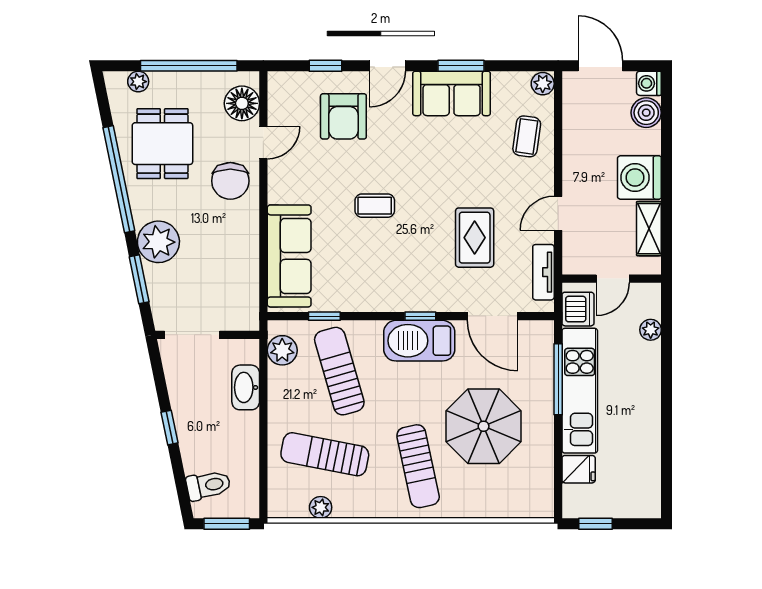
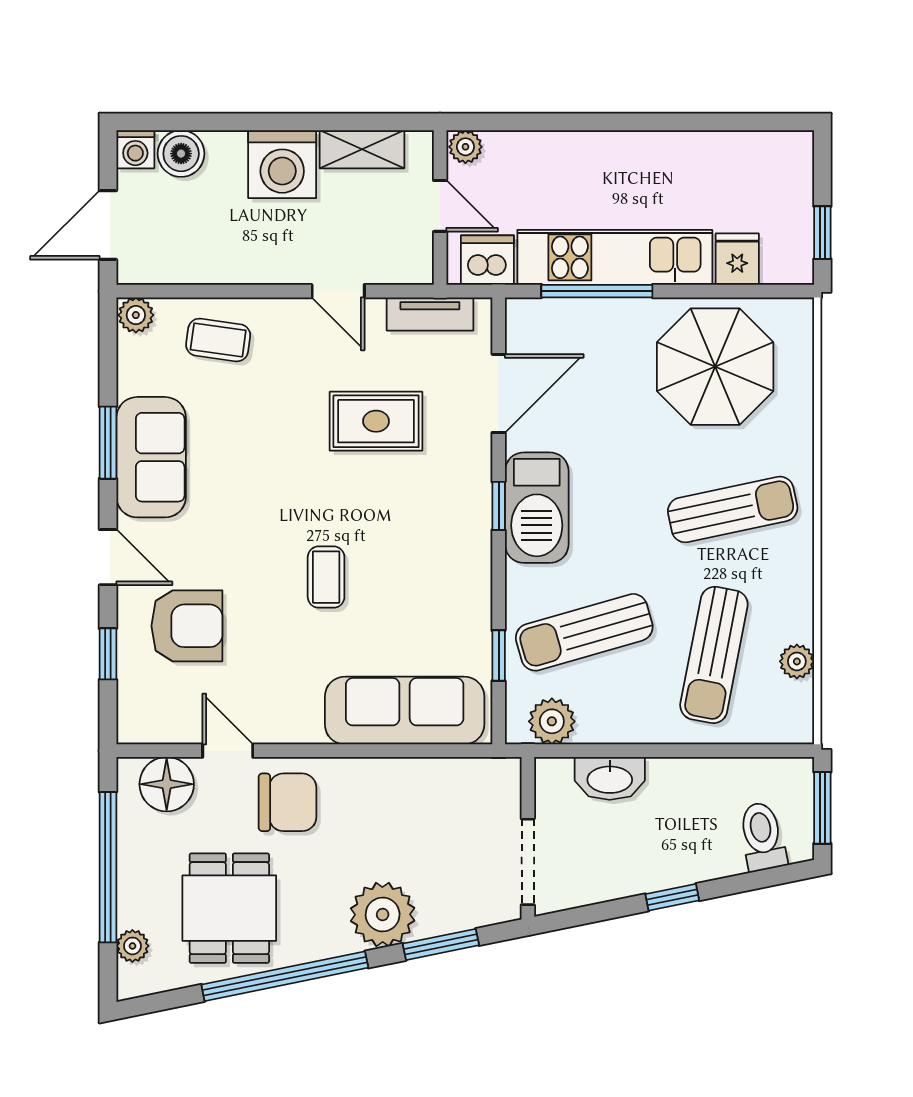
dining table: (162, 144) -> (229, 908), turned 90
plant: (651, 330) -> (465, 147), moved
parasol: (484, 426) -> (715, 367), moved

